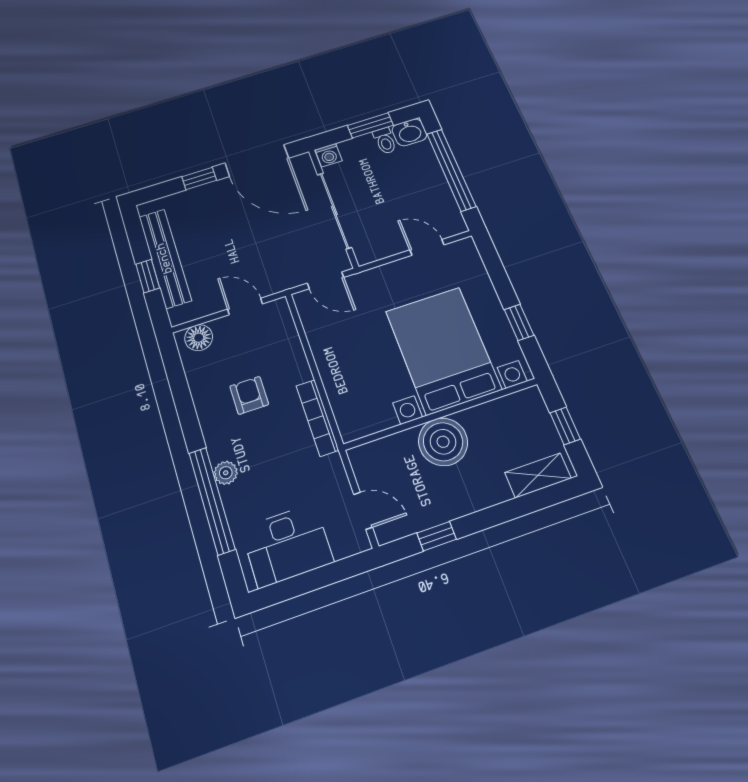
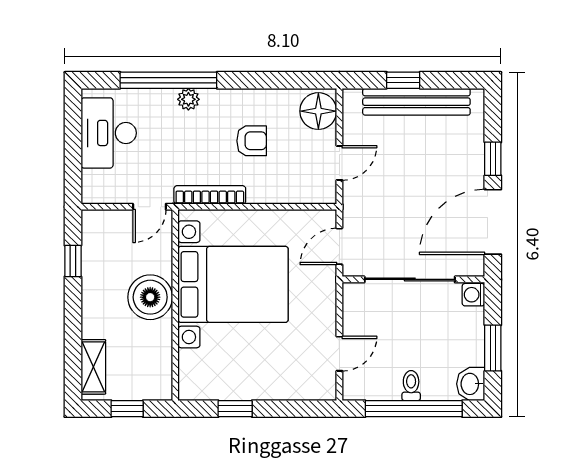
toilet: (385, 141) -> (411, 386), moved, turned 90
floor lamp: (199, 338) -> (318, 111), width x1.38, depth x1.38
bed with nightstands: (443, 350) -> (233, 284), moved
door: (363, 511) -> (149, 207), moved

